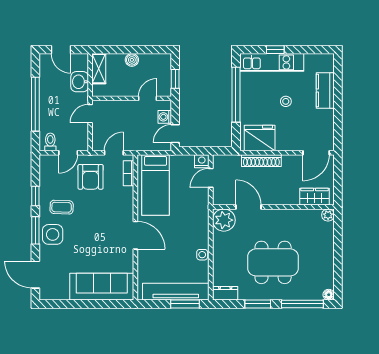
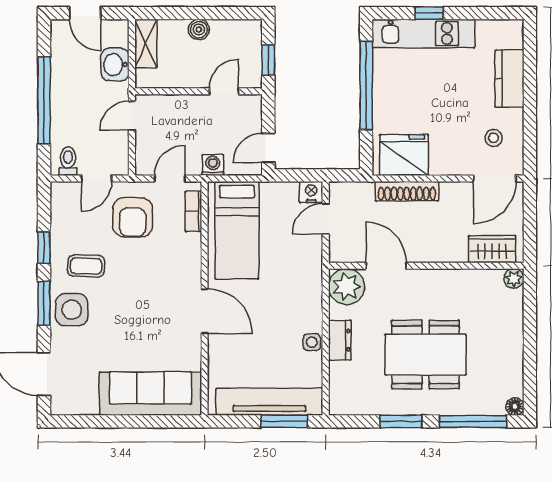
stool: (286, 101) -> (494, 138), moved
washing machine: (165, 117) -> (213, 165), moved, turned 90
dresser: (225, 293) -> (340, 340), moved, turned 90

